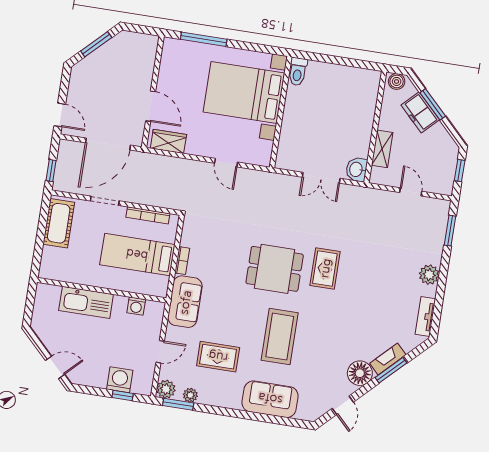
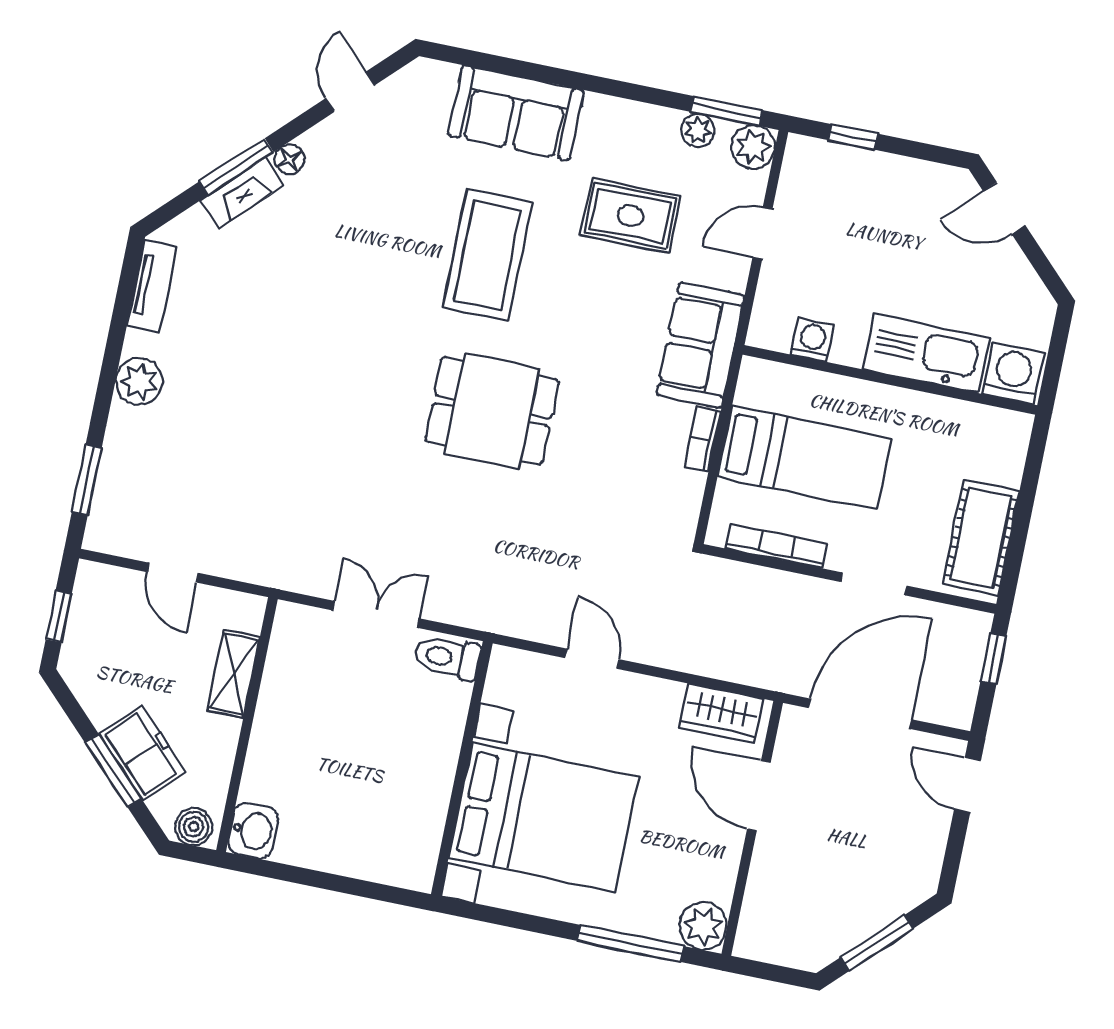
plant: (172, 48) -> (703, 926), added
toilet: (298, 72) -> (448, 658), moved, turned -90
washbasin: (356, 169) -> (253, 831), moved
rug: (325, 268) -> (377, 406), removed
floor lamp: (360, 373) -> (289, 159), width x0.53, depth x0.53
washing machine: (120, 380) -> (1013, 373), moved, turned 180

